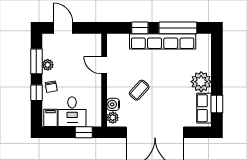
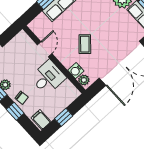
door: (104, 65) -> (45, 49), swing flipped
desk: (72, 112) -> (48, 78), moved, turned -90
window: (84, 132) -> (64, 117), moved

